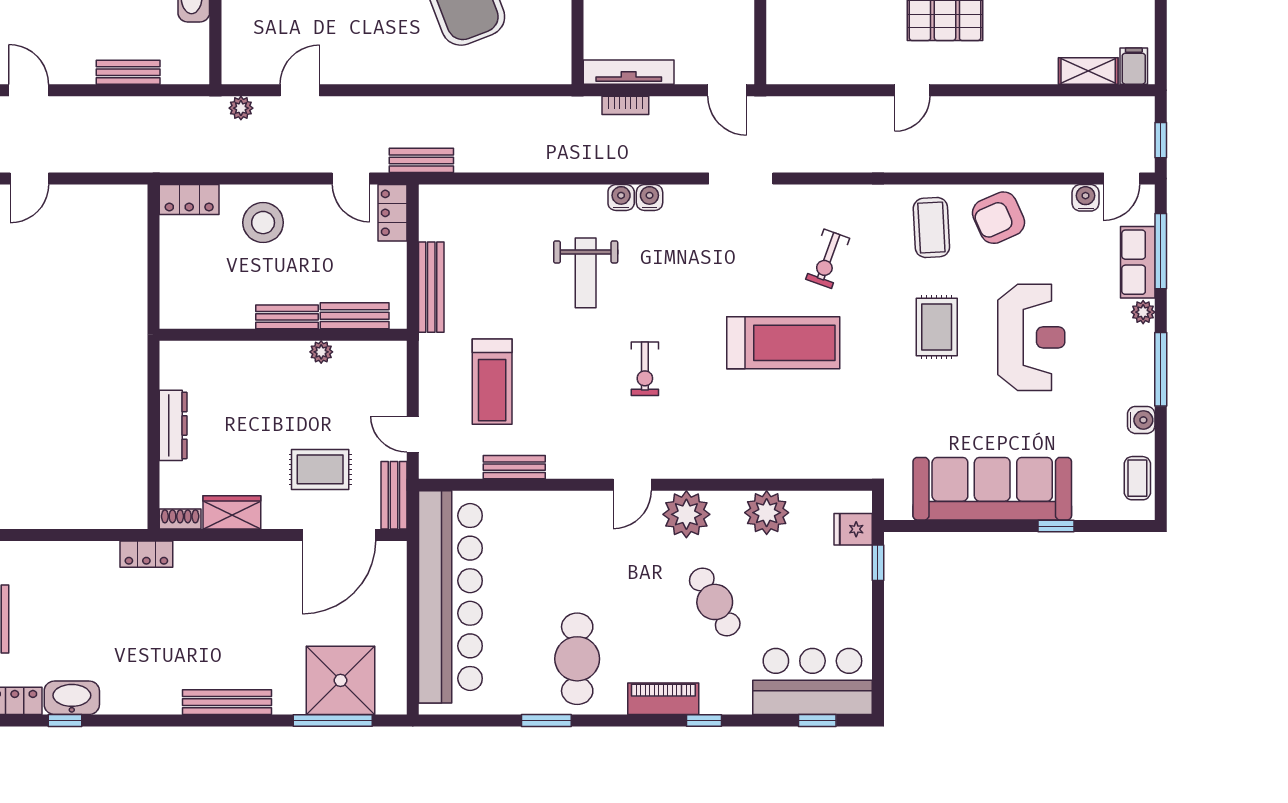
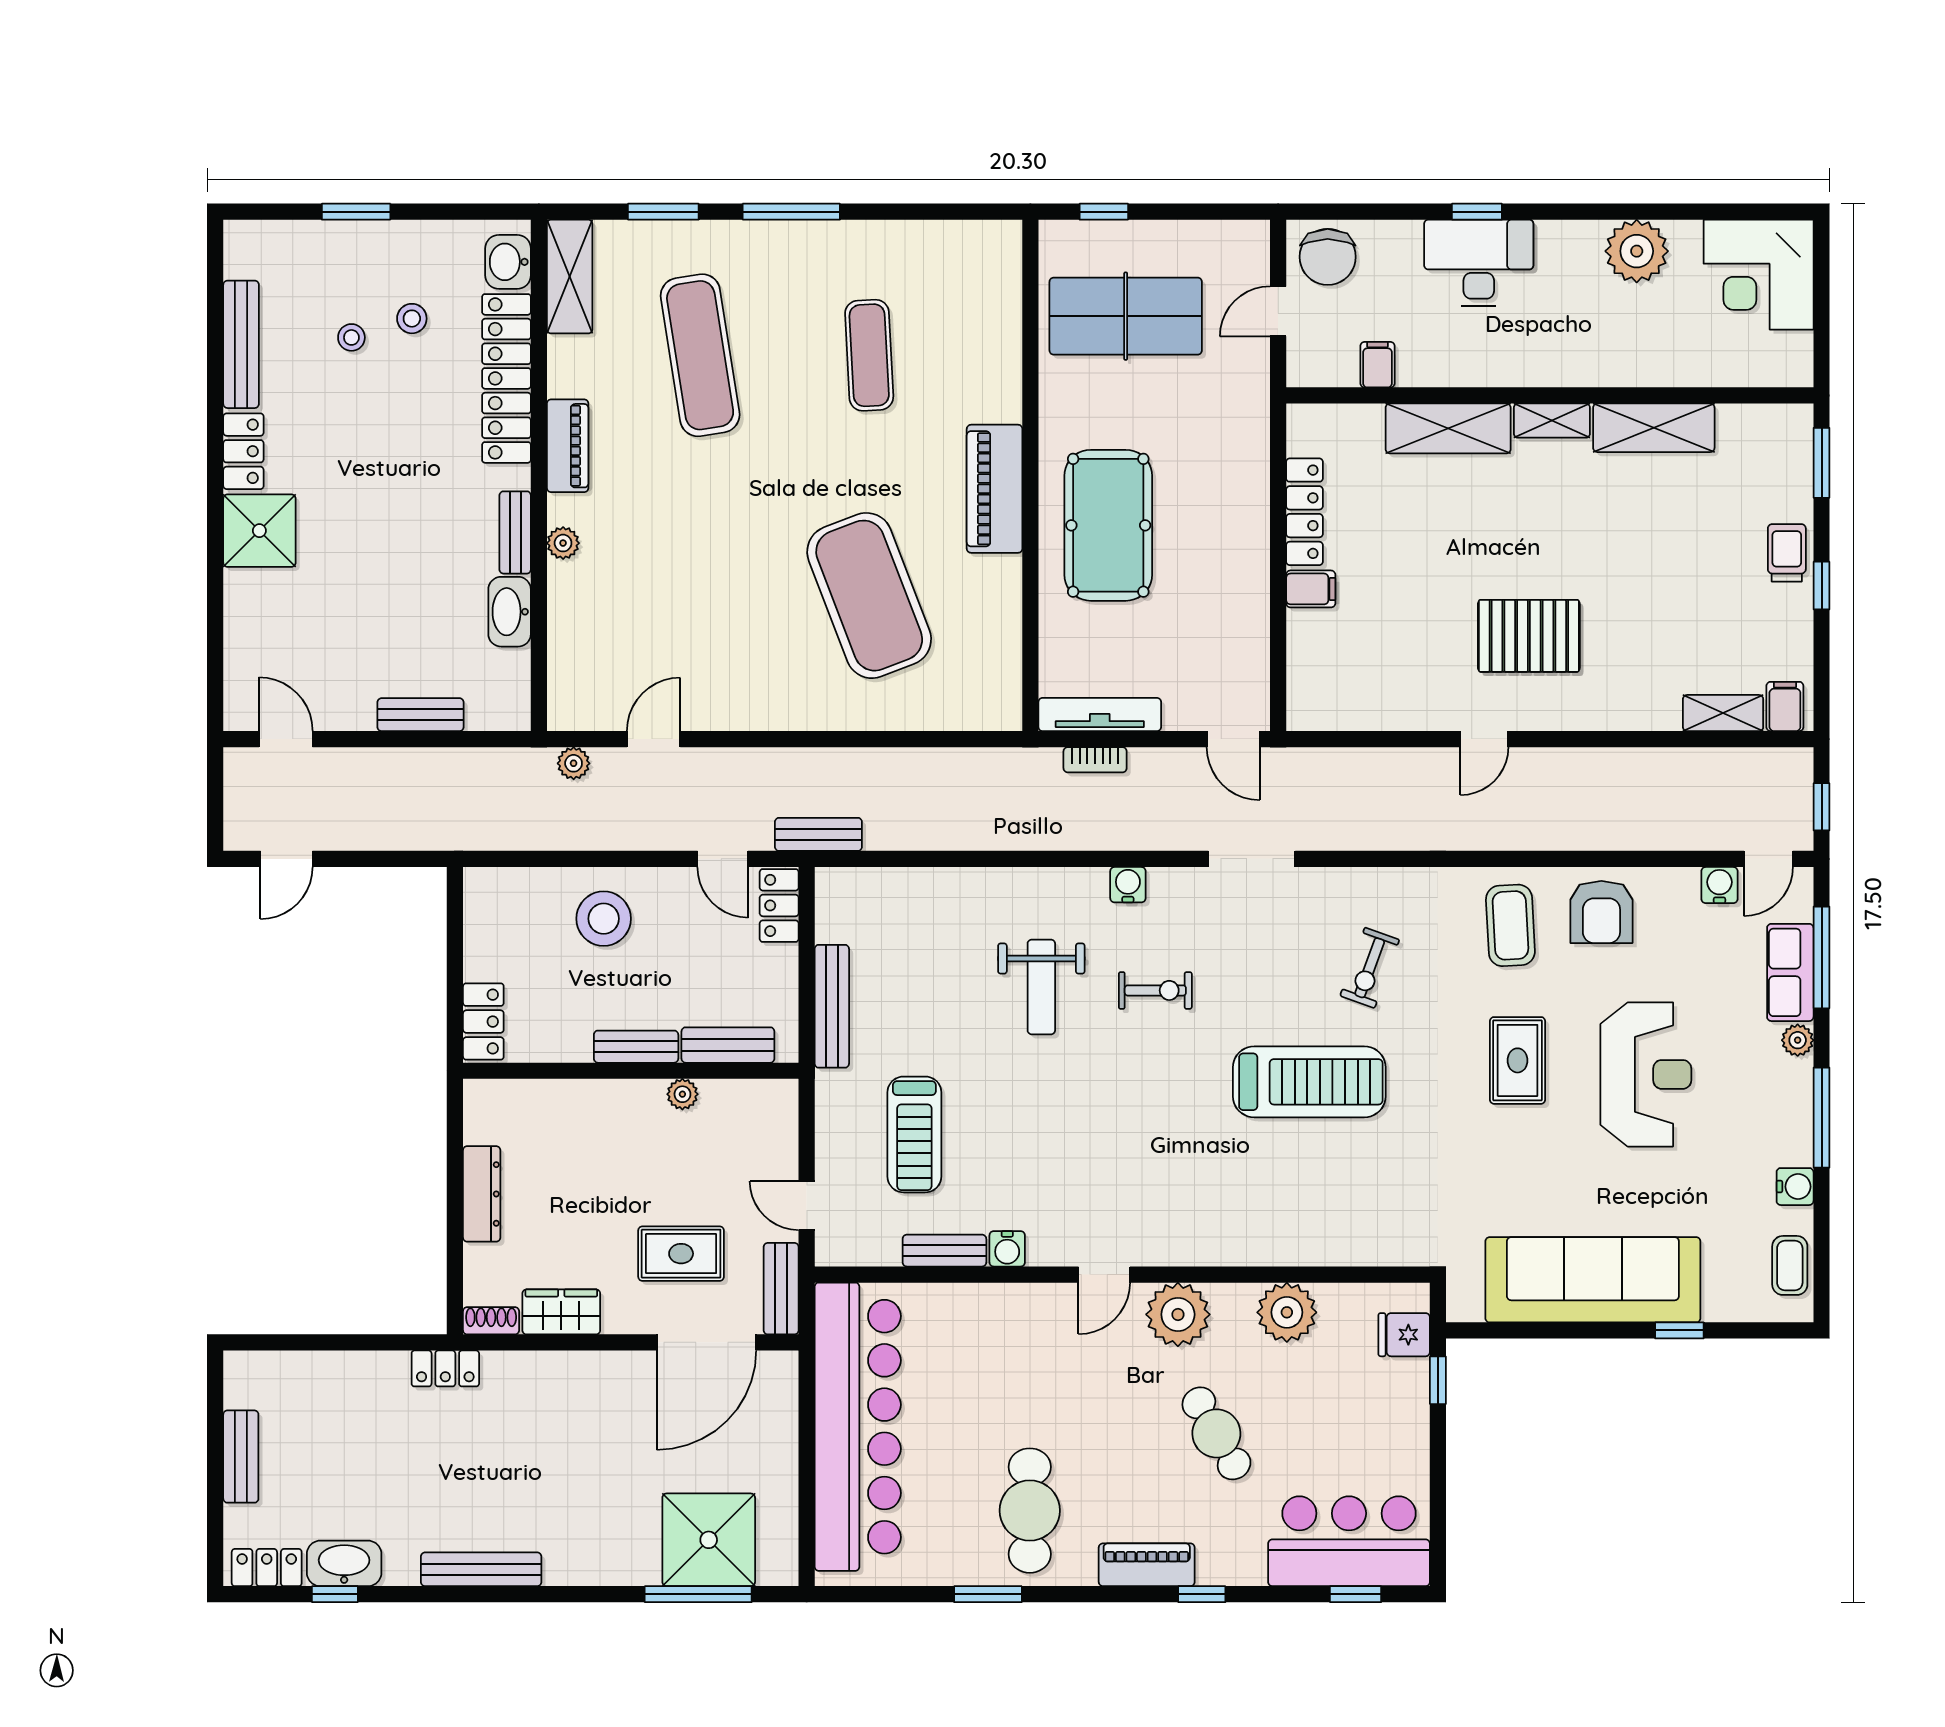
water cooler: (621, 198) -> (1007, 1249), moved, turned 180
locker: (189, 199) -> (483, 1022), moved, turned -90
armchair: (999, 218) -> (1601, 912), turned -66
exercise bike: (645, 369) -> (1155, 990), moved, turned -90
bench: (227, 702) -> (481, 1569), moved

